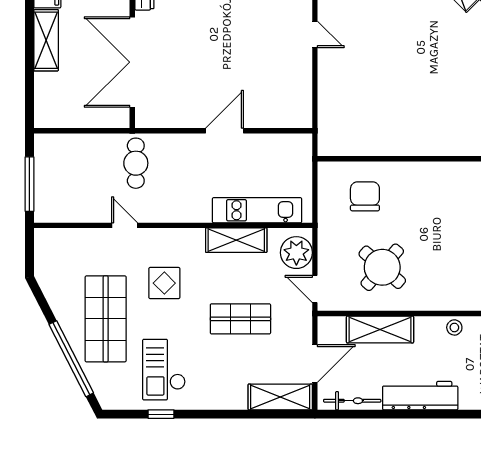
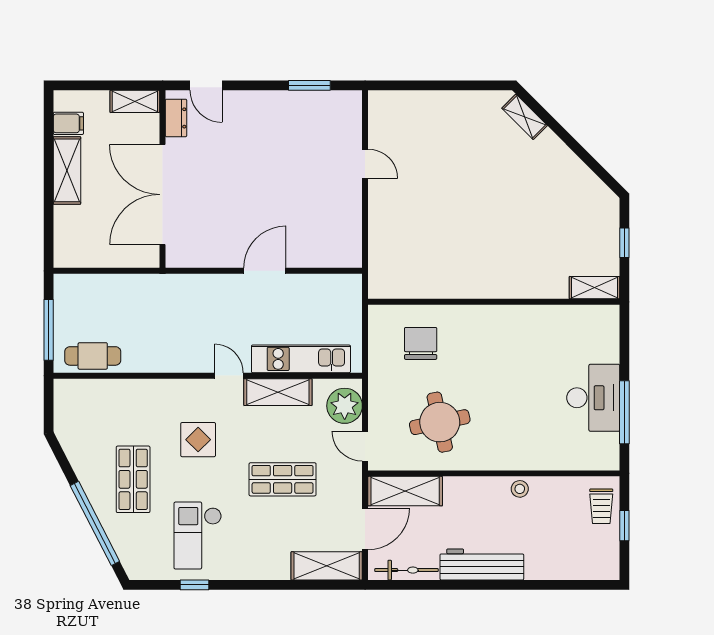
cafe table: (136, 163) -> (93, 356), moved, turned 90
door: (125, 225) -> (229, 376), moved
round table: (382, 267) -> (440, 422), turned 37
shop shelf: (106, 319) -> (133, 479), width x0.70, depth x0.74
shelving: (380, 329) -> (405, 491), moved

